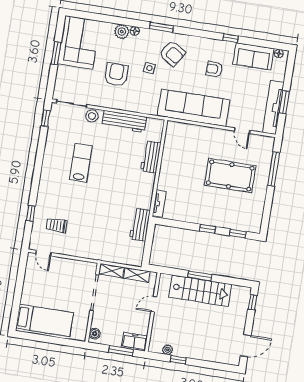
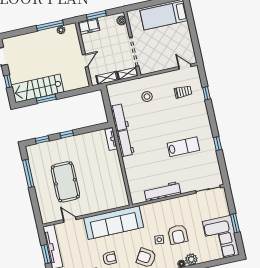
armchair: (116, 74) -> (178, 234), moved
stool: (92, 116) -> (147, 97), moved
window: (46, 118) -> (218, 144), moved
workbench: (151, 157) -> (125, 143), moved
lab bench: (81, 163) -> (183, 147), turned -90
window: (274, 169) -> (28, 173), moved
pool table: (230, 175) -> (65, 182), turned 90
window: (200, 276) -> (46, 99), moved
stairs: (200, 291) -> (38, 88), moved
window: (253, 302) -> (8, 81), moved
window: (178, 360) -> (50, 25), width x2.17

